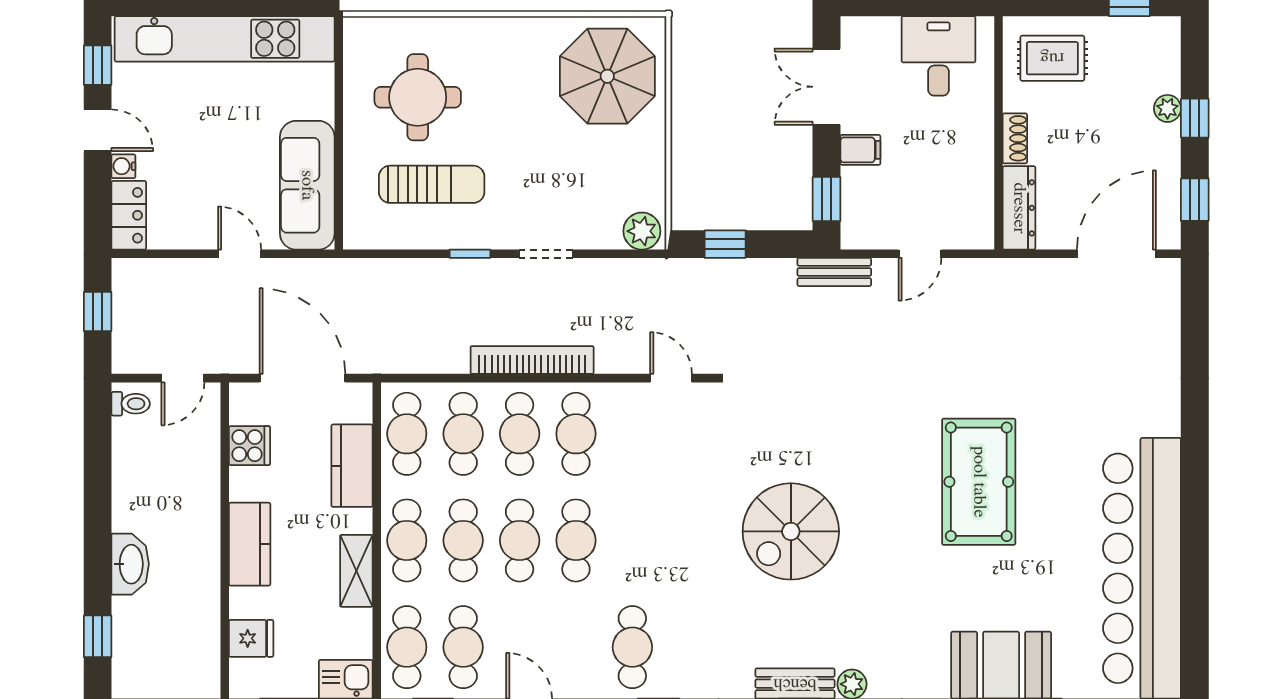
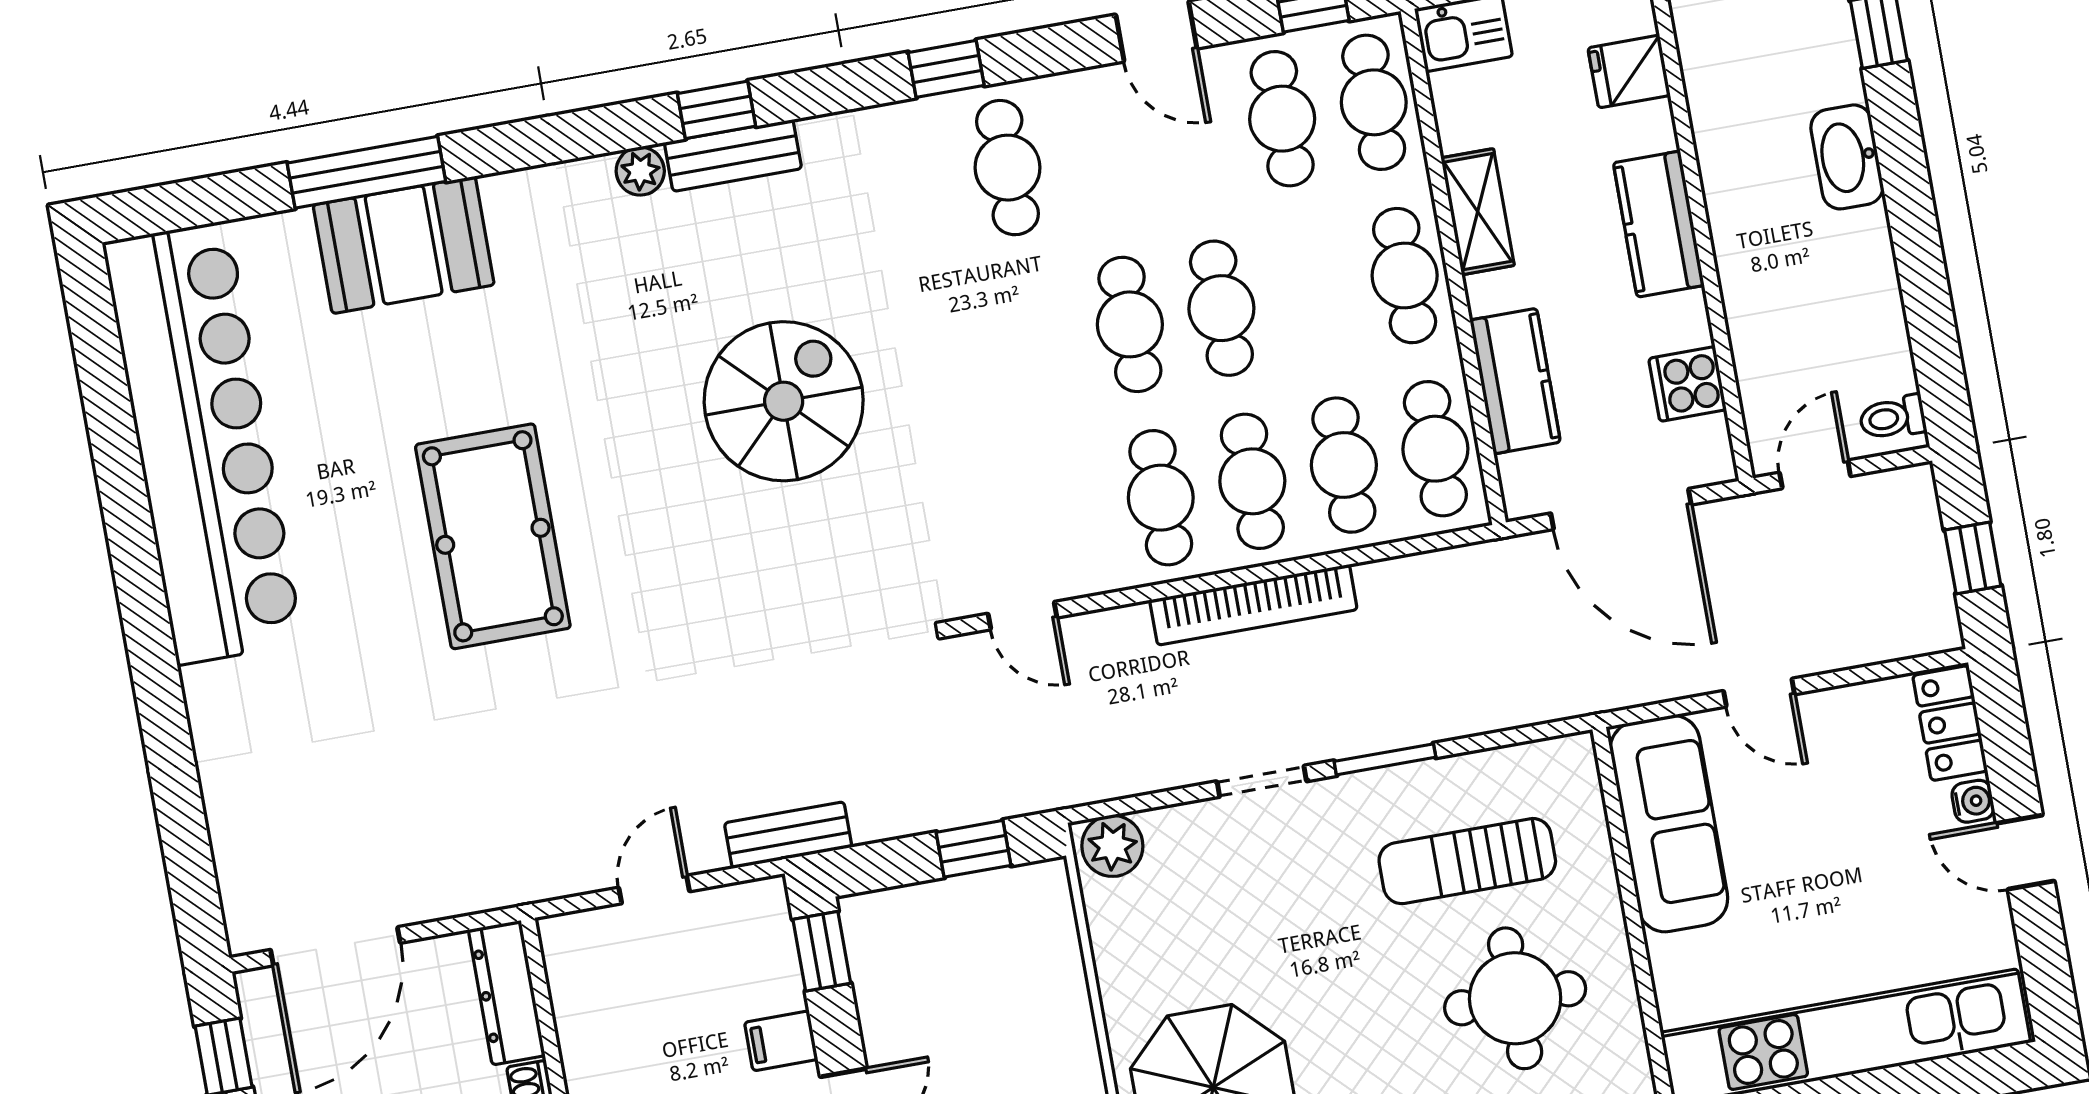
window: (98, 65) -> (2044, 958), removed
window: (470, 254) -> (1385, 759), width x1.50
cafe table: (463, 540) -> (1313, 292), removed

